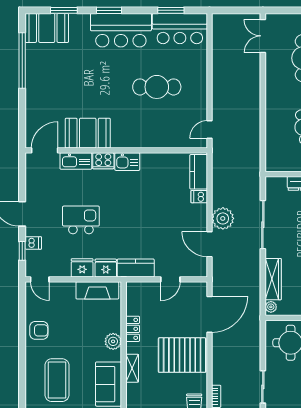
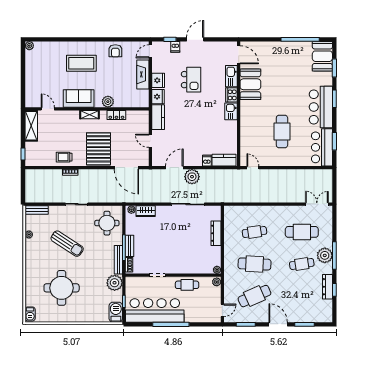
wardrobe: (273, 279) -> (146, 211), width x0.67
fireplace: (97, 290) -> (143, 74), moved

